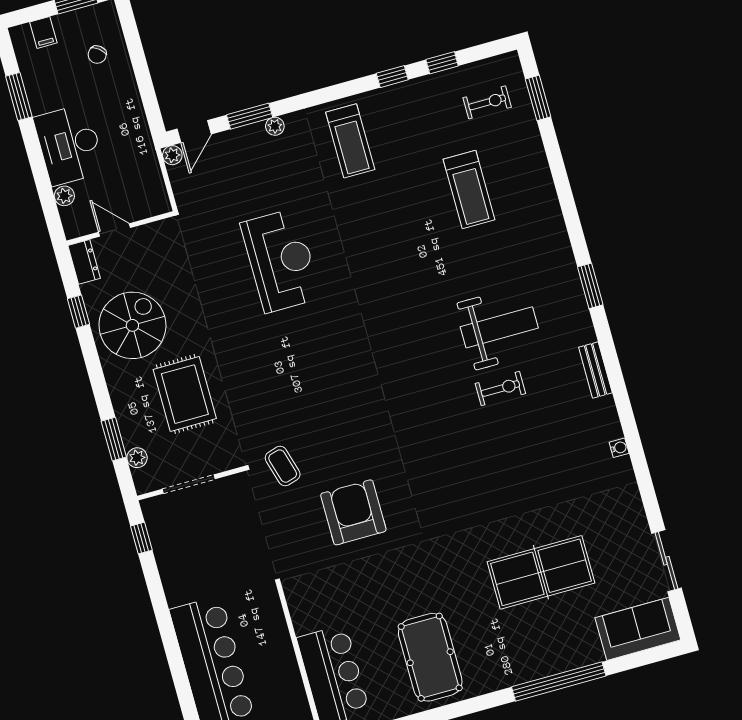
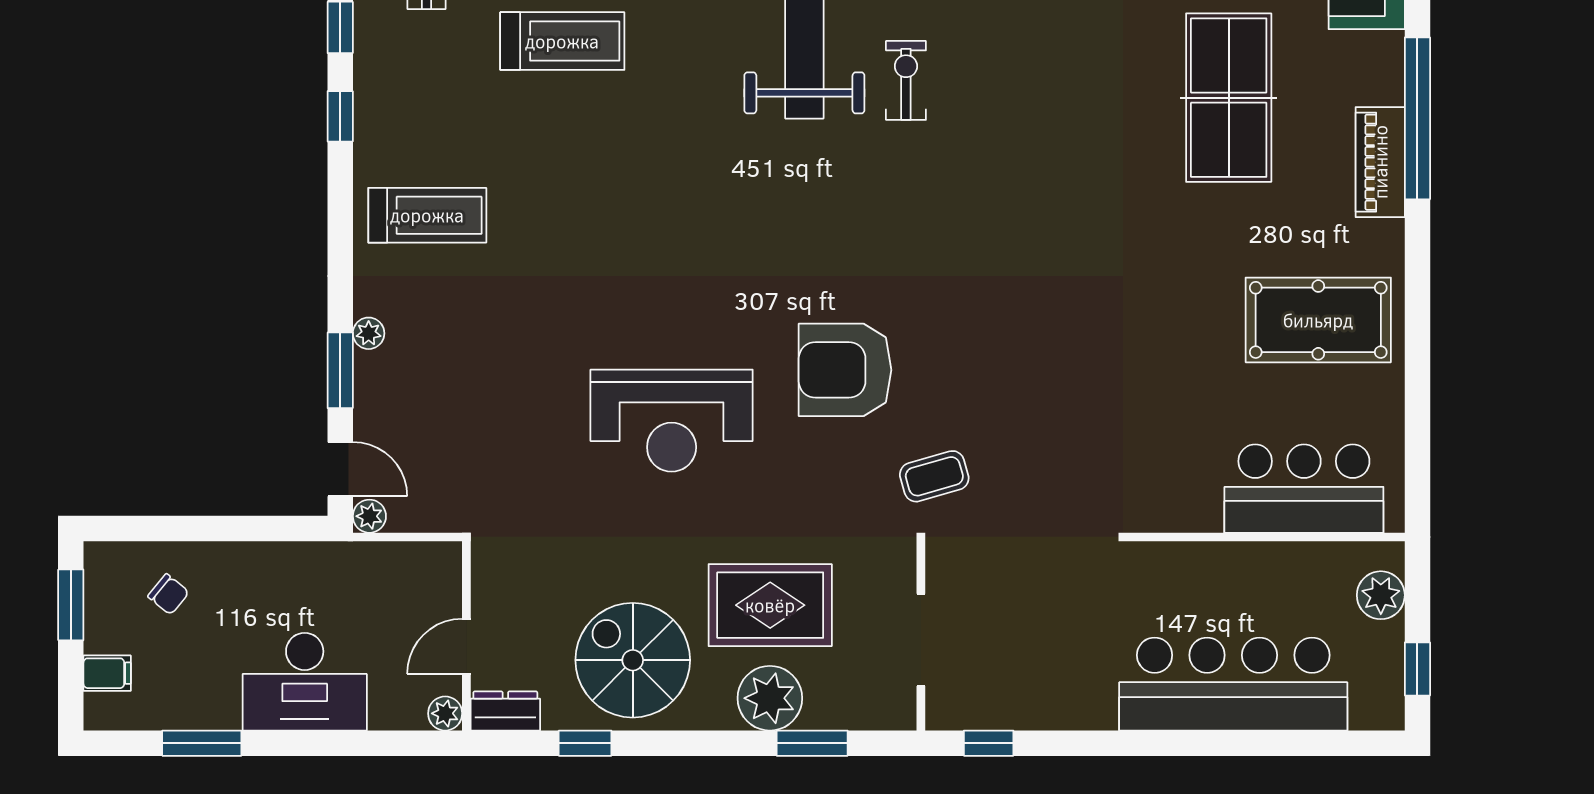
plant: (64, 196) -> (445, 713), moved
reception desk: (281, 261) -> (672, 421), moved, turned 180
plant: (137, 458) -> (770, 698), moved, width x1.88, depth x1.88
armchair: (353, 512) -> (845, 370), moved
piano: (528, 667) -> (1380, 162), added

